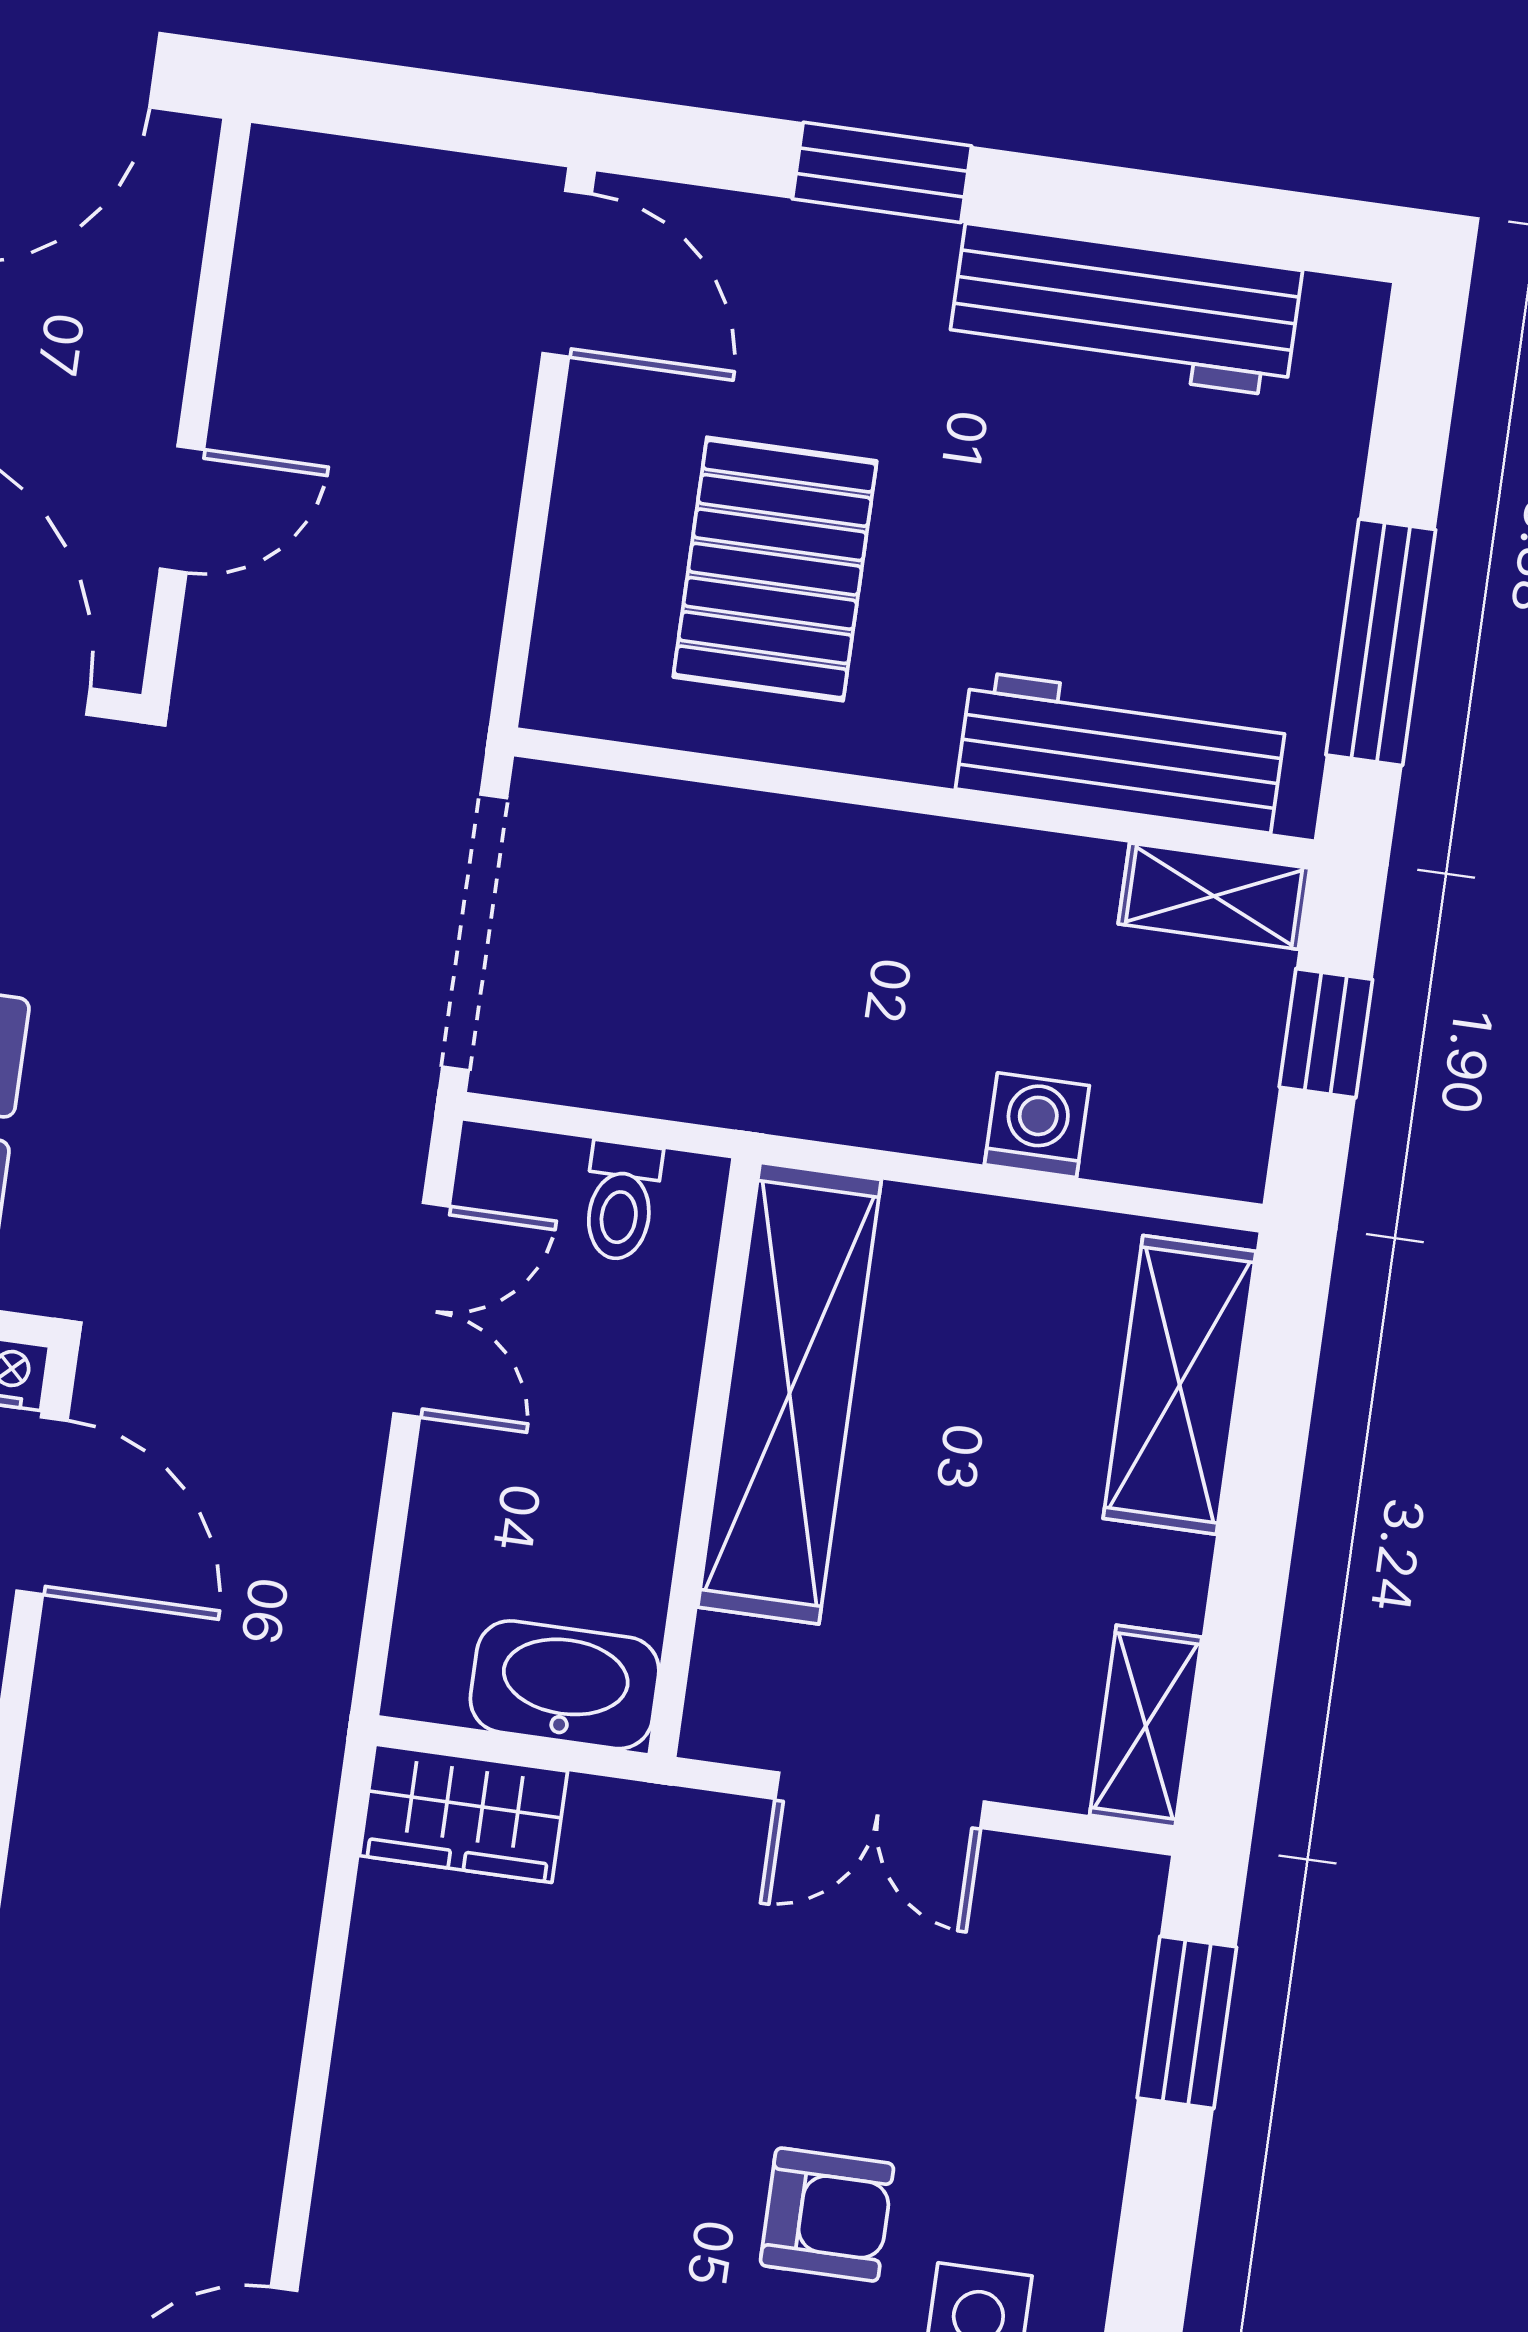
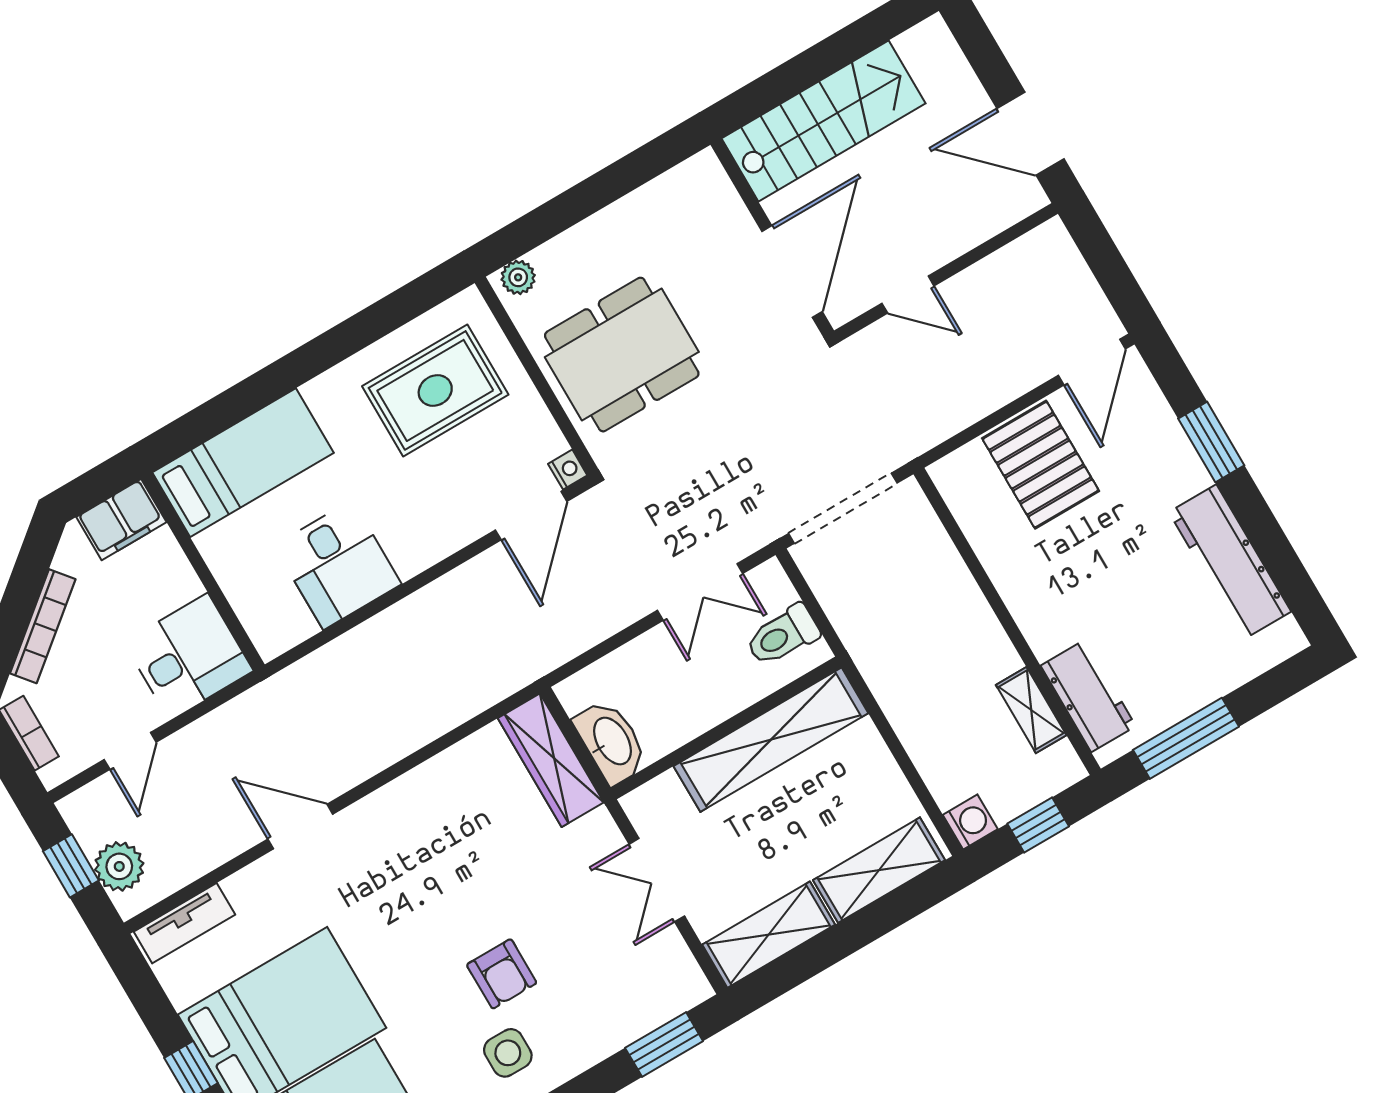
pallet: (775, 569) -> (1041, 465), moved, turned 90
workbench: (1121, 752) -> (1088, 696), width x0.73
shelving: (1214, 896) -> (1031, 710), moved
washing machine: (1037, 1125) -> (970, 822), moved
toilet: (621, 1201) -> (783, 635), width x1.37, depth x1.39
shelving: (1146, 1726) -> (769, 935), width x1.50, depth x1.33
wardrobe: (464, 1813) -> (551, 760), width x1.50

